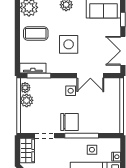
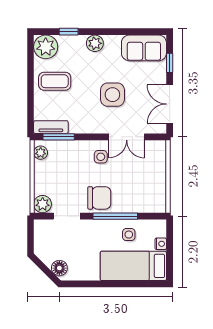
side table: (69, 44) -> (112, 95), moved
plant: (27, 100) -> (43, 204), moved
wardrobe: (27, 151) -> (43, 236), removed

